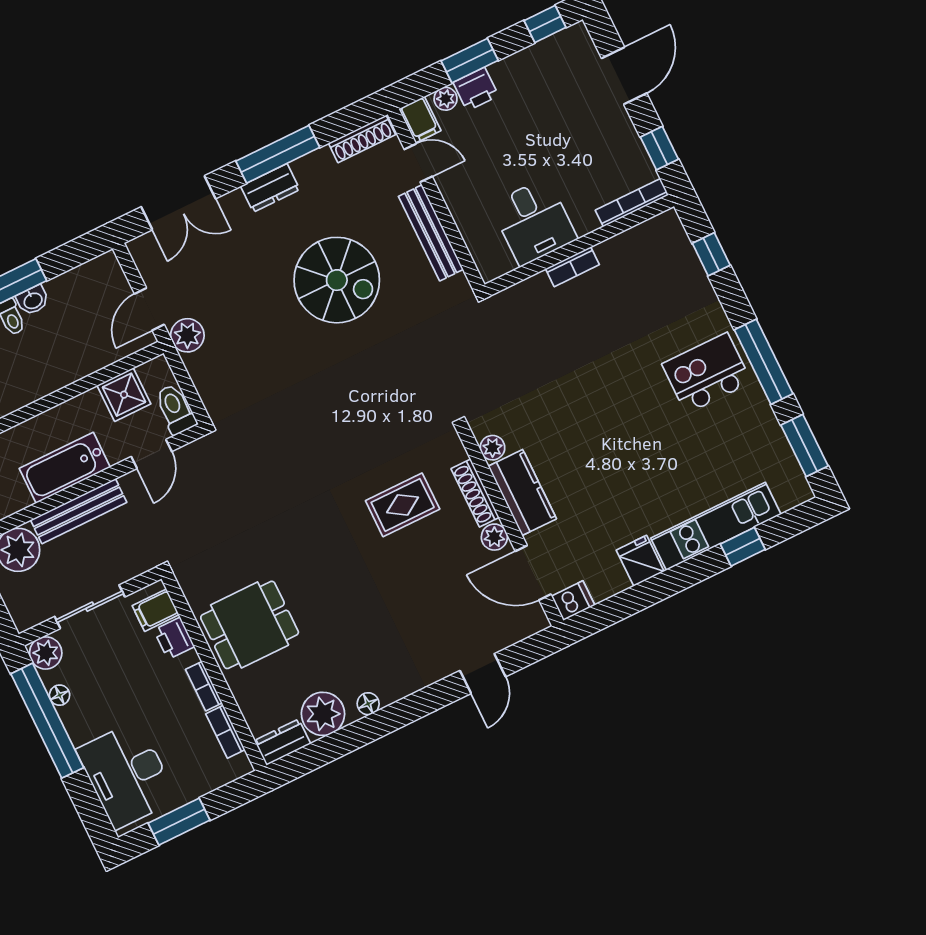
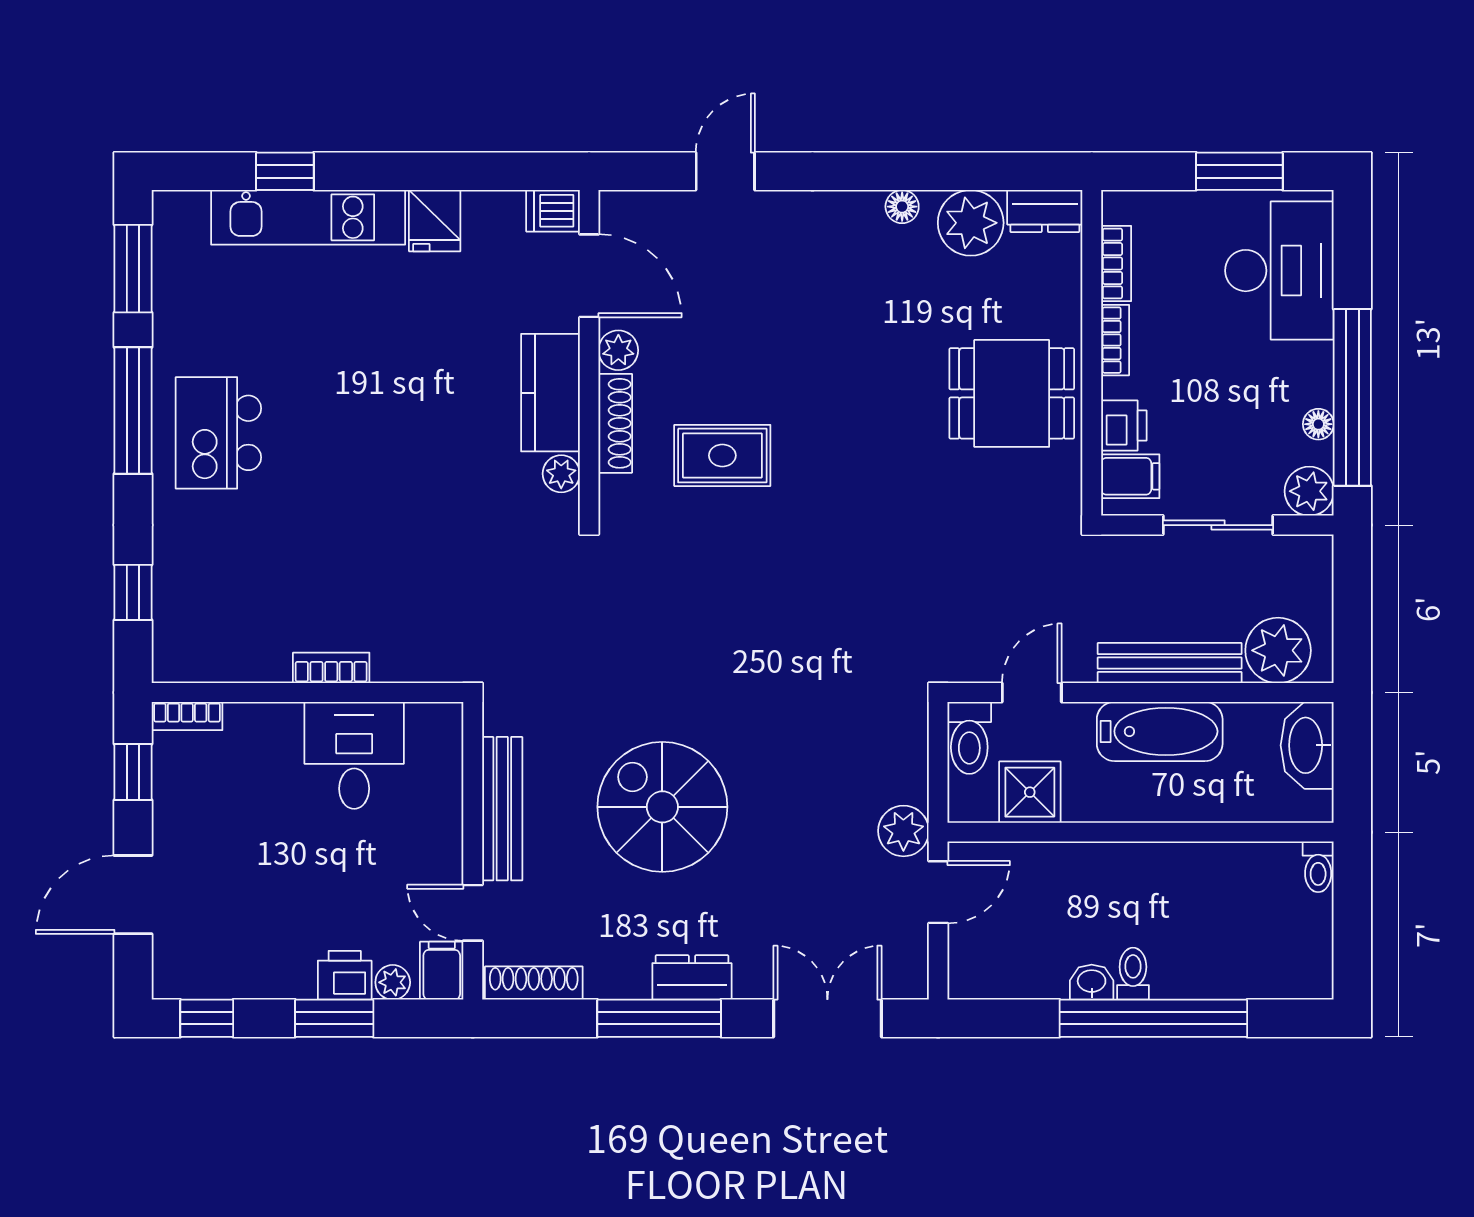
bookcase: (632, 203) -> (187, 716), width x0.64
kitchen island: (707, 373) -> (218, 433), turned 90

